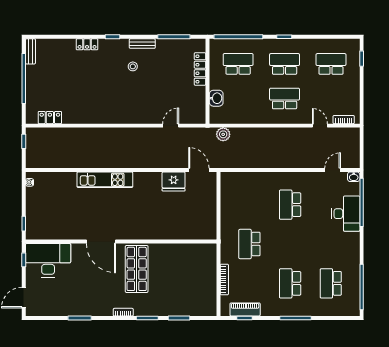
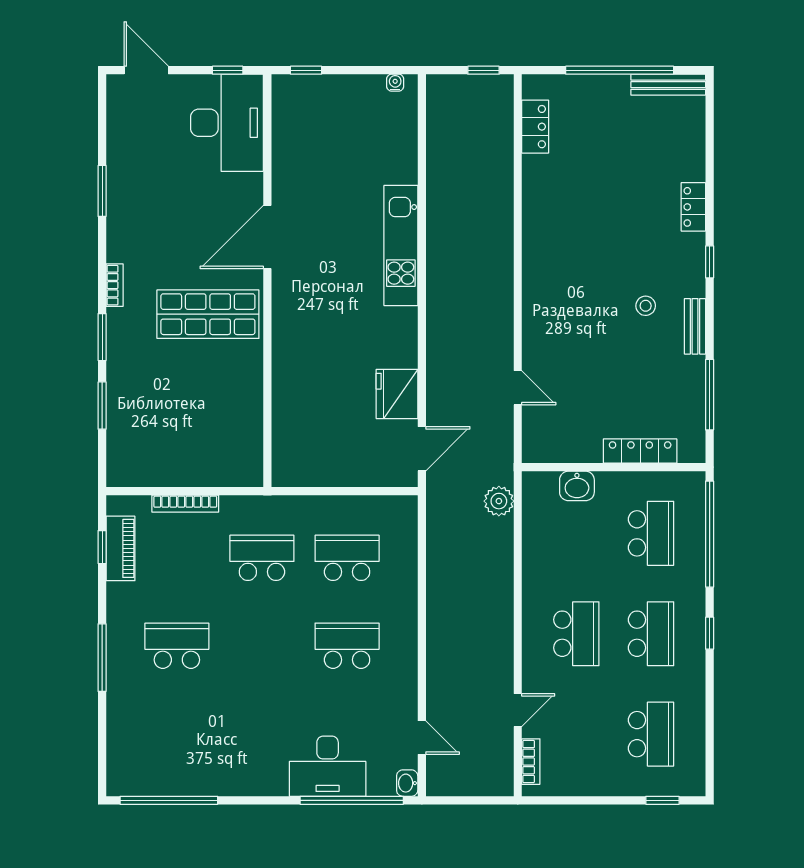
bench: (30, 51) -> (668, 85), width x1.36
school desk: (331, 283) -> (347, 558), moved

